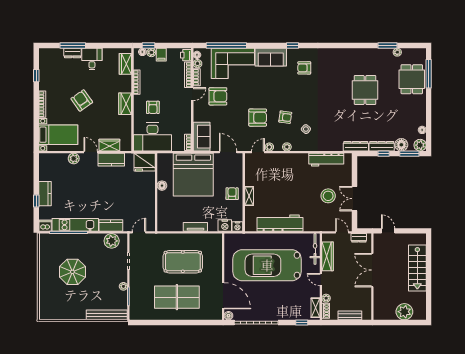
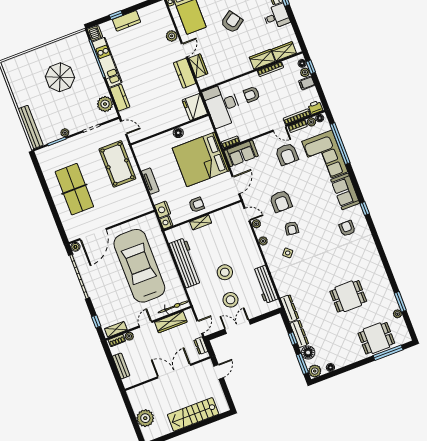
wardrobe: (125, 104) -> (262, 59), moved
stool: (302, 192) -> (225, 272), added
pool table: (183, 262) -> (117, 164), moved

